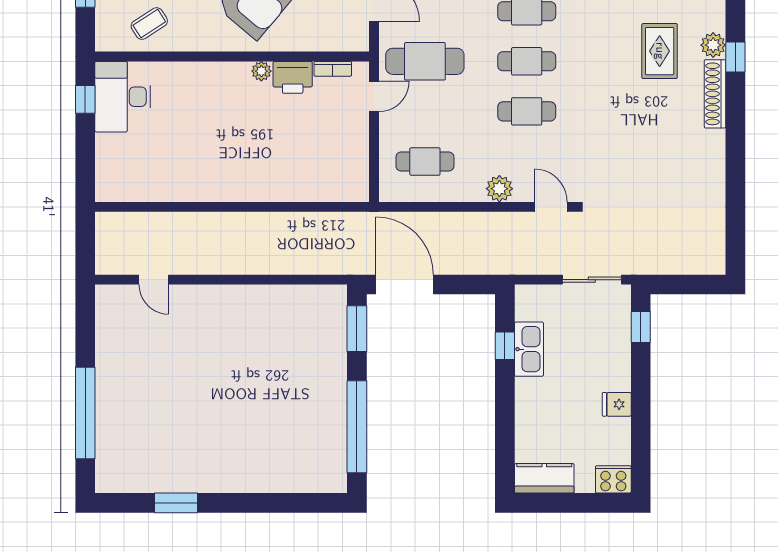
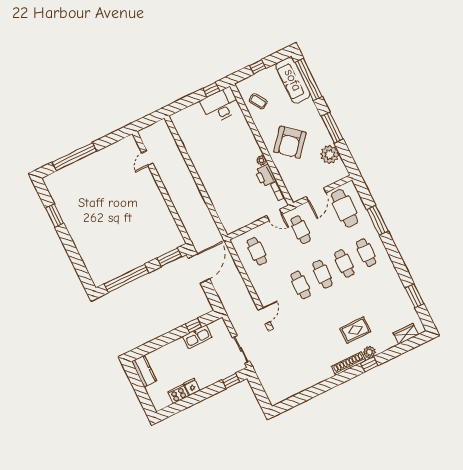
cafe table: (425, 61) -> (301, 230), width x0.73, depth x0.74
plant: (499, 189) -> (261, 290), removed
cooker: (613, 479) -> (178, 394), moved, turned -90

